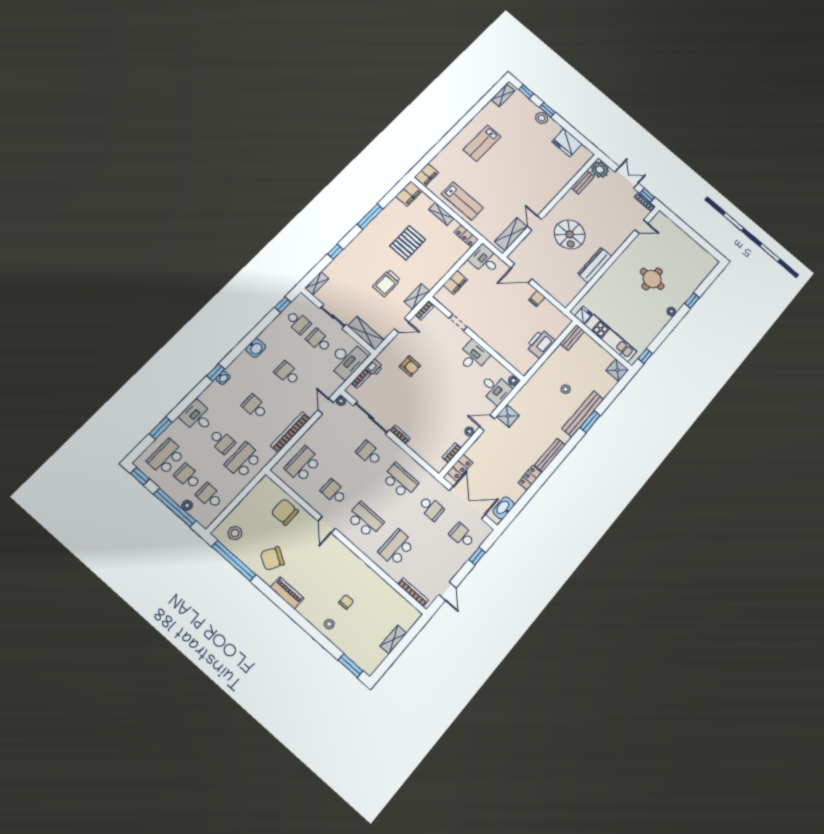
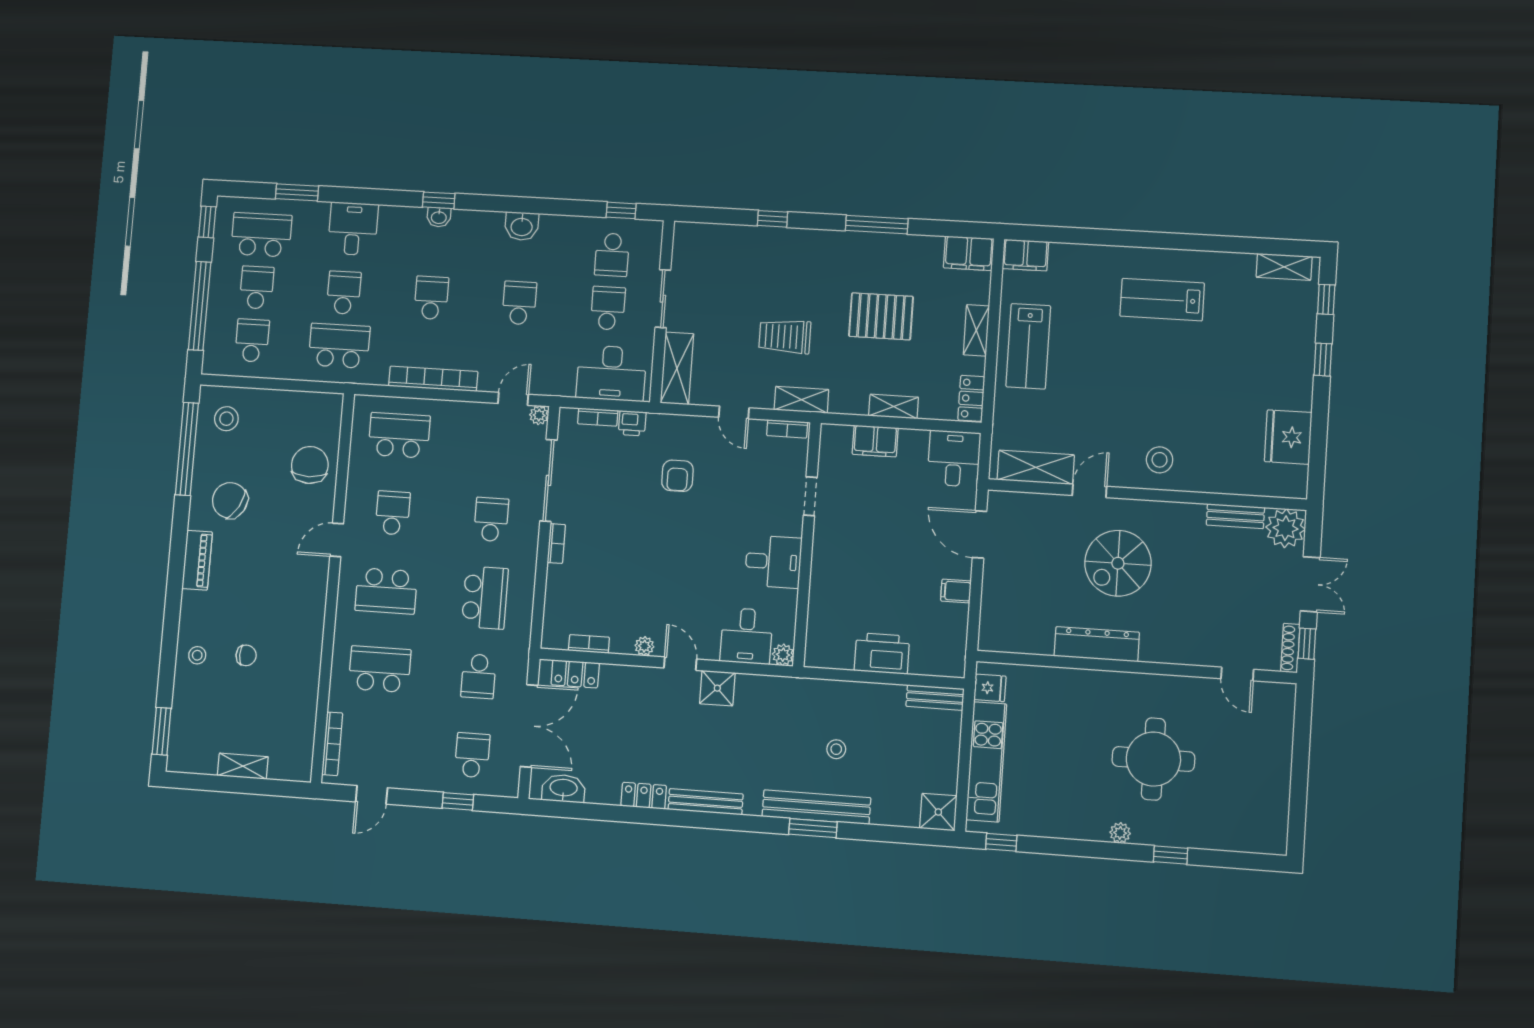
stool: (542, 118) -> (1160, 460), moved
round table: (652, 279) -> (1153, 759), width x1.36, depth x1.36
shelving: (317, 283) -> (894, 406), moved
school desk: (222, 441) -> (344, 293), turned 180
plant: (187, 505) -> (215, 320), removed
school desk: (365, 520) -> (386, 591), turned 90

